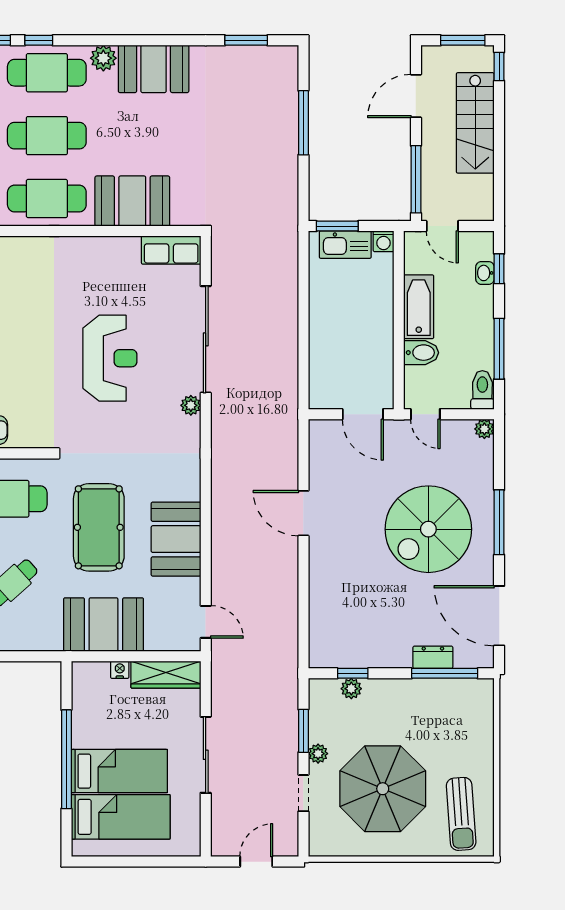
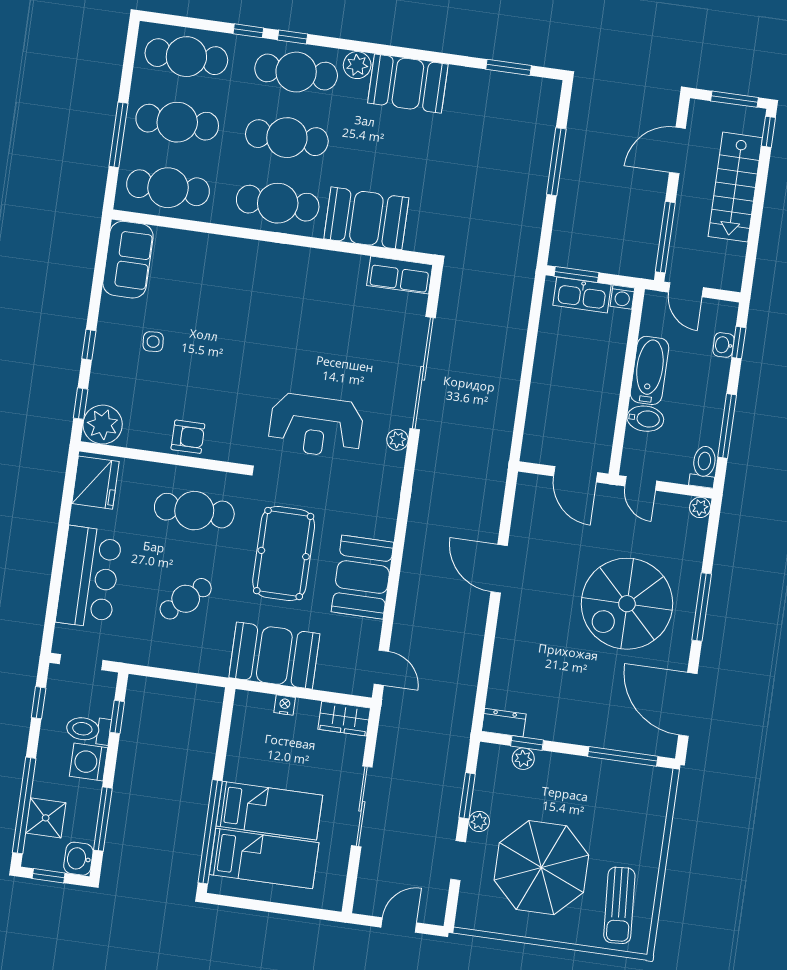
reception desk: (110, 358) -> (316, 426), moved, turned 90
dresser: (433, 657) -> (504, 723), moved
wardrobe: (166, 675) -> (344, 719), width x0.67
window: (66, 759) -> (210, 832), moved

